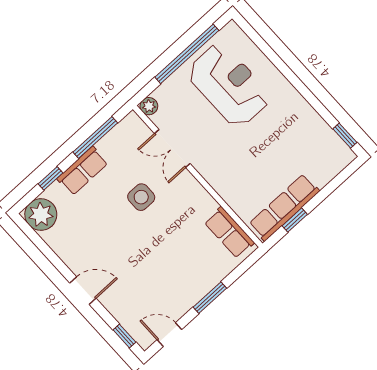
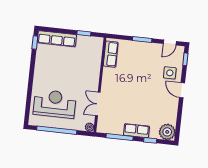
reception desk: (229, 85) -> (55, 104), turned 90
double door: (172, 148) -> (98, 104), swing flipped
side table: (141, 197) -> (170, 73), moved
row of seats: (284, 207) -> (57, 39), moved
door: (169, 335) -> (170, 43), hinge flipped

